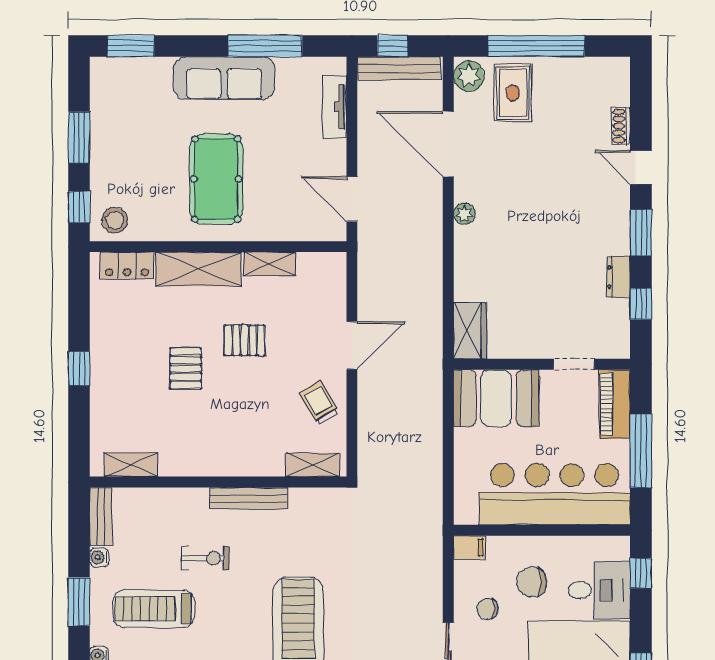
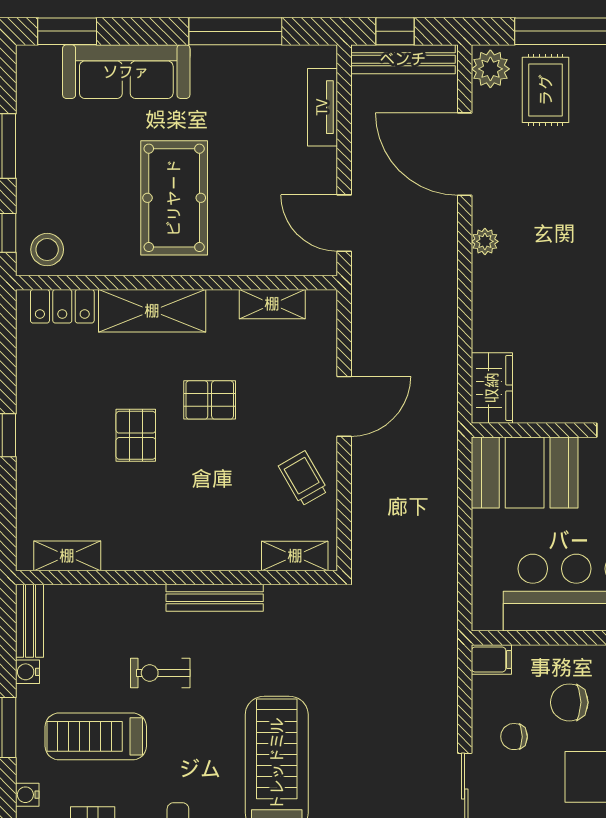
sofa: (224, 78) -> (126, 72), moved
shelving: (270, 264) -> (272, 304), moved
exercise bike: (205, 558) -> (160, 673), turned 180

